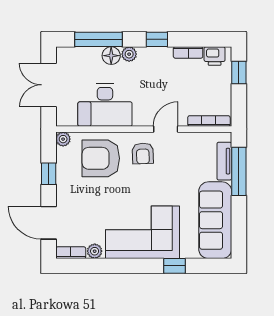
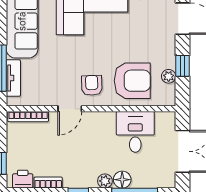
desk: (105, 105) -> (135, 132), width x0.73
plant: (63, 139) -> (169, 76), moved

